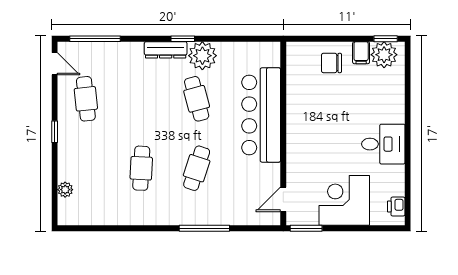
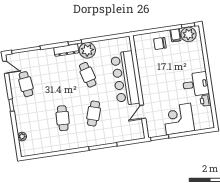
door: (283, 199) -> (143, 112), moved
printer: (396, 206) -> (205, 101), moved

